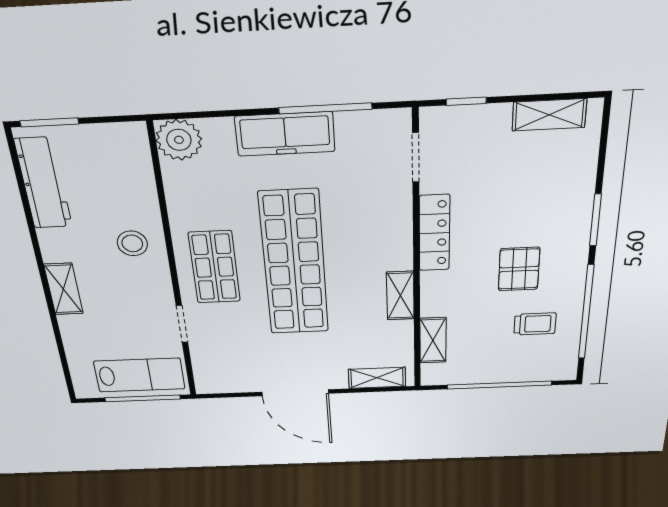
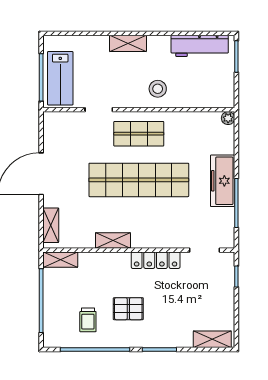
shelving: (549, 115) -> (212, 339), moved, turned 90
plant: (179, 140) -> (228, 118), width x0.53, depth x0.53
shelving: (433, 340) -> (61, 260), moved

